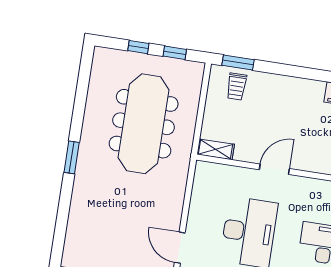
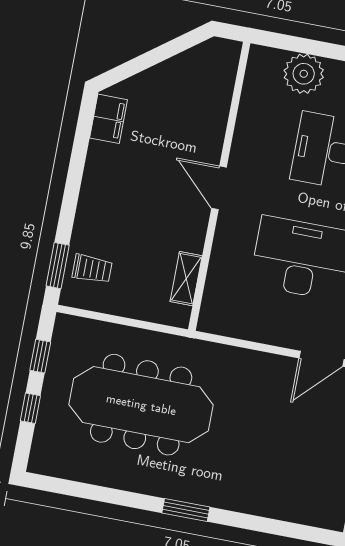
shelving: (216, 149) -> (186, 279), moved
door: (274, 169) -> (219, 188), moved

